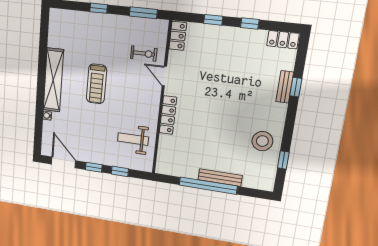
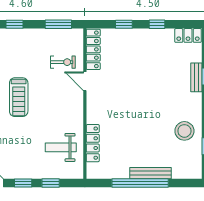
locker: (178, 36) -> (93, 49), width x1.53
locker: (168, 115) -> (93, 143), moved

